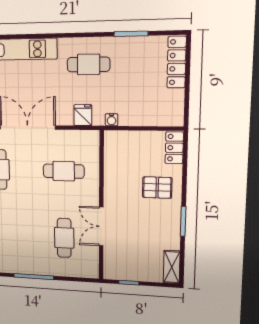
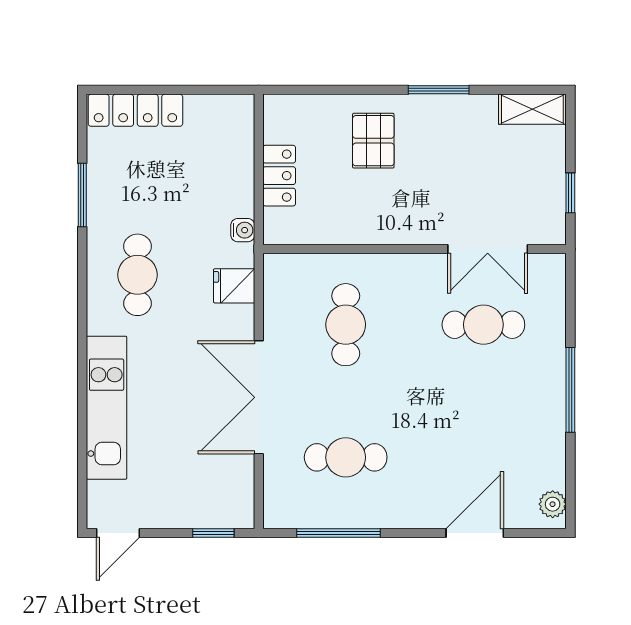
locker: (174, 148) -> (279, 176), moved, turned -90
double door: (101, 226) -> (488, 249), moved

